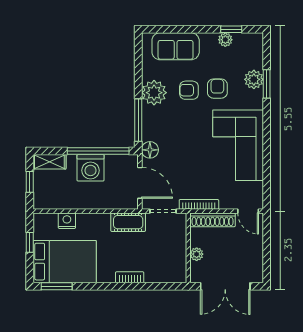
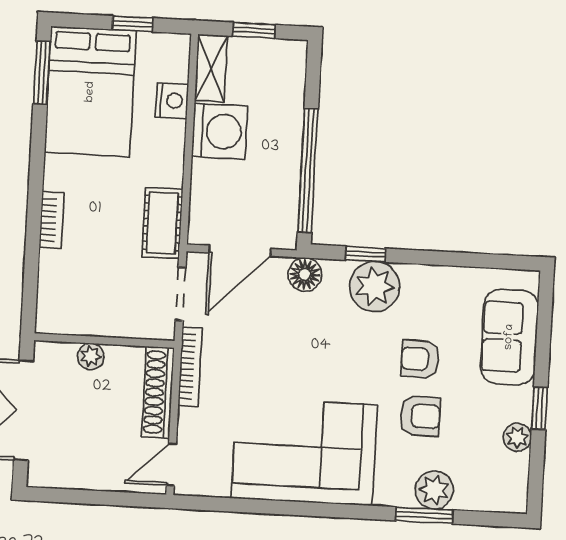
window: (231, 29) -> (540, 408), moved
armchair: (189, 90) -> (420, 359), turned -89
plant: (154, 93) -> (374, 286), moved
window: (138, 120) -> (365, 254), width x0.46
shelving: (49, 162) -> (211, 69), moved
washing machine: (91, 168) -> (220, 131), moved, turned 180

